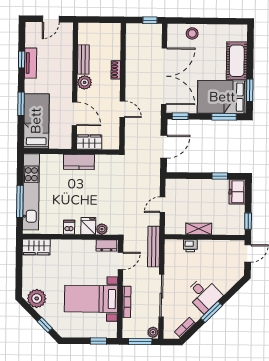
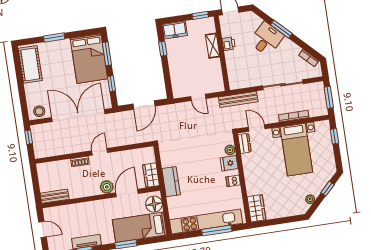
stool: (192, 33) -> (39, 111), moved
bench: (83, 60) -> (55, 196), moved
cot: (237, 61) -> (30, 64), moved, turned 90
plant: (85, 82) -> (107, 187), moved
window: (250, 90) -> (54, 38), moved
door: (122, 109) -> (100, 152), moved
window: (180, 116) -> (111, 84), moved
floor lamp: (58, 140) -> (154, 204), added
door: (164, 147) -> (144, 105), swing flipped
shelving: (199, 229) -> (213, 46), moved
printer: (190, 246) -> (229, 44), moved
desk: (204, 295) -> (266, 39), moved
plant: (37, 298) -> (310, 199), width x0.53, depth x0.53
window: (211, 312) -> (281, 29), moved
plant: (153, 332) -> (318, 87), removed

